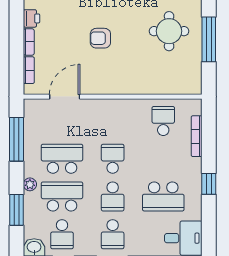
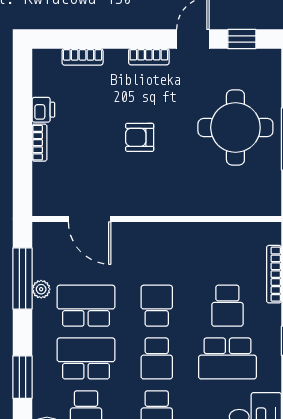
round table: (169, 31) -> (235, 128), width x1.36, depth x1.36
bookcase: (29, 70) -> (40, 182), removed
door: (65, 97) -> (90, 219), swing flipped
school desk: (163, 121) -> (227, 306), moved, turned 180
plant: (30, 184) -> (41, 289), moved

